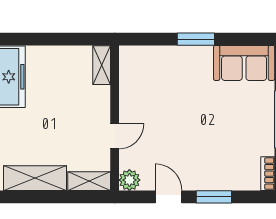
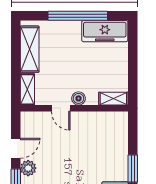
boiler: (101, 112) -> (79, 98), added
plant: (129, 180) -> (28, 168), moved

